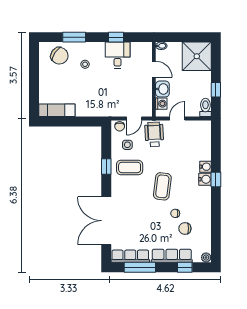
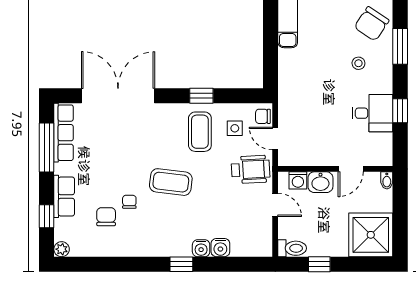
water cooler: (205, 179) -> (220, 248), moved
row of seats: (172, 256) -> (64, 196), width x0.68

